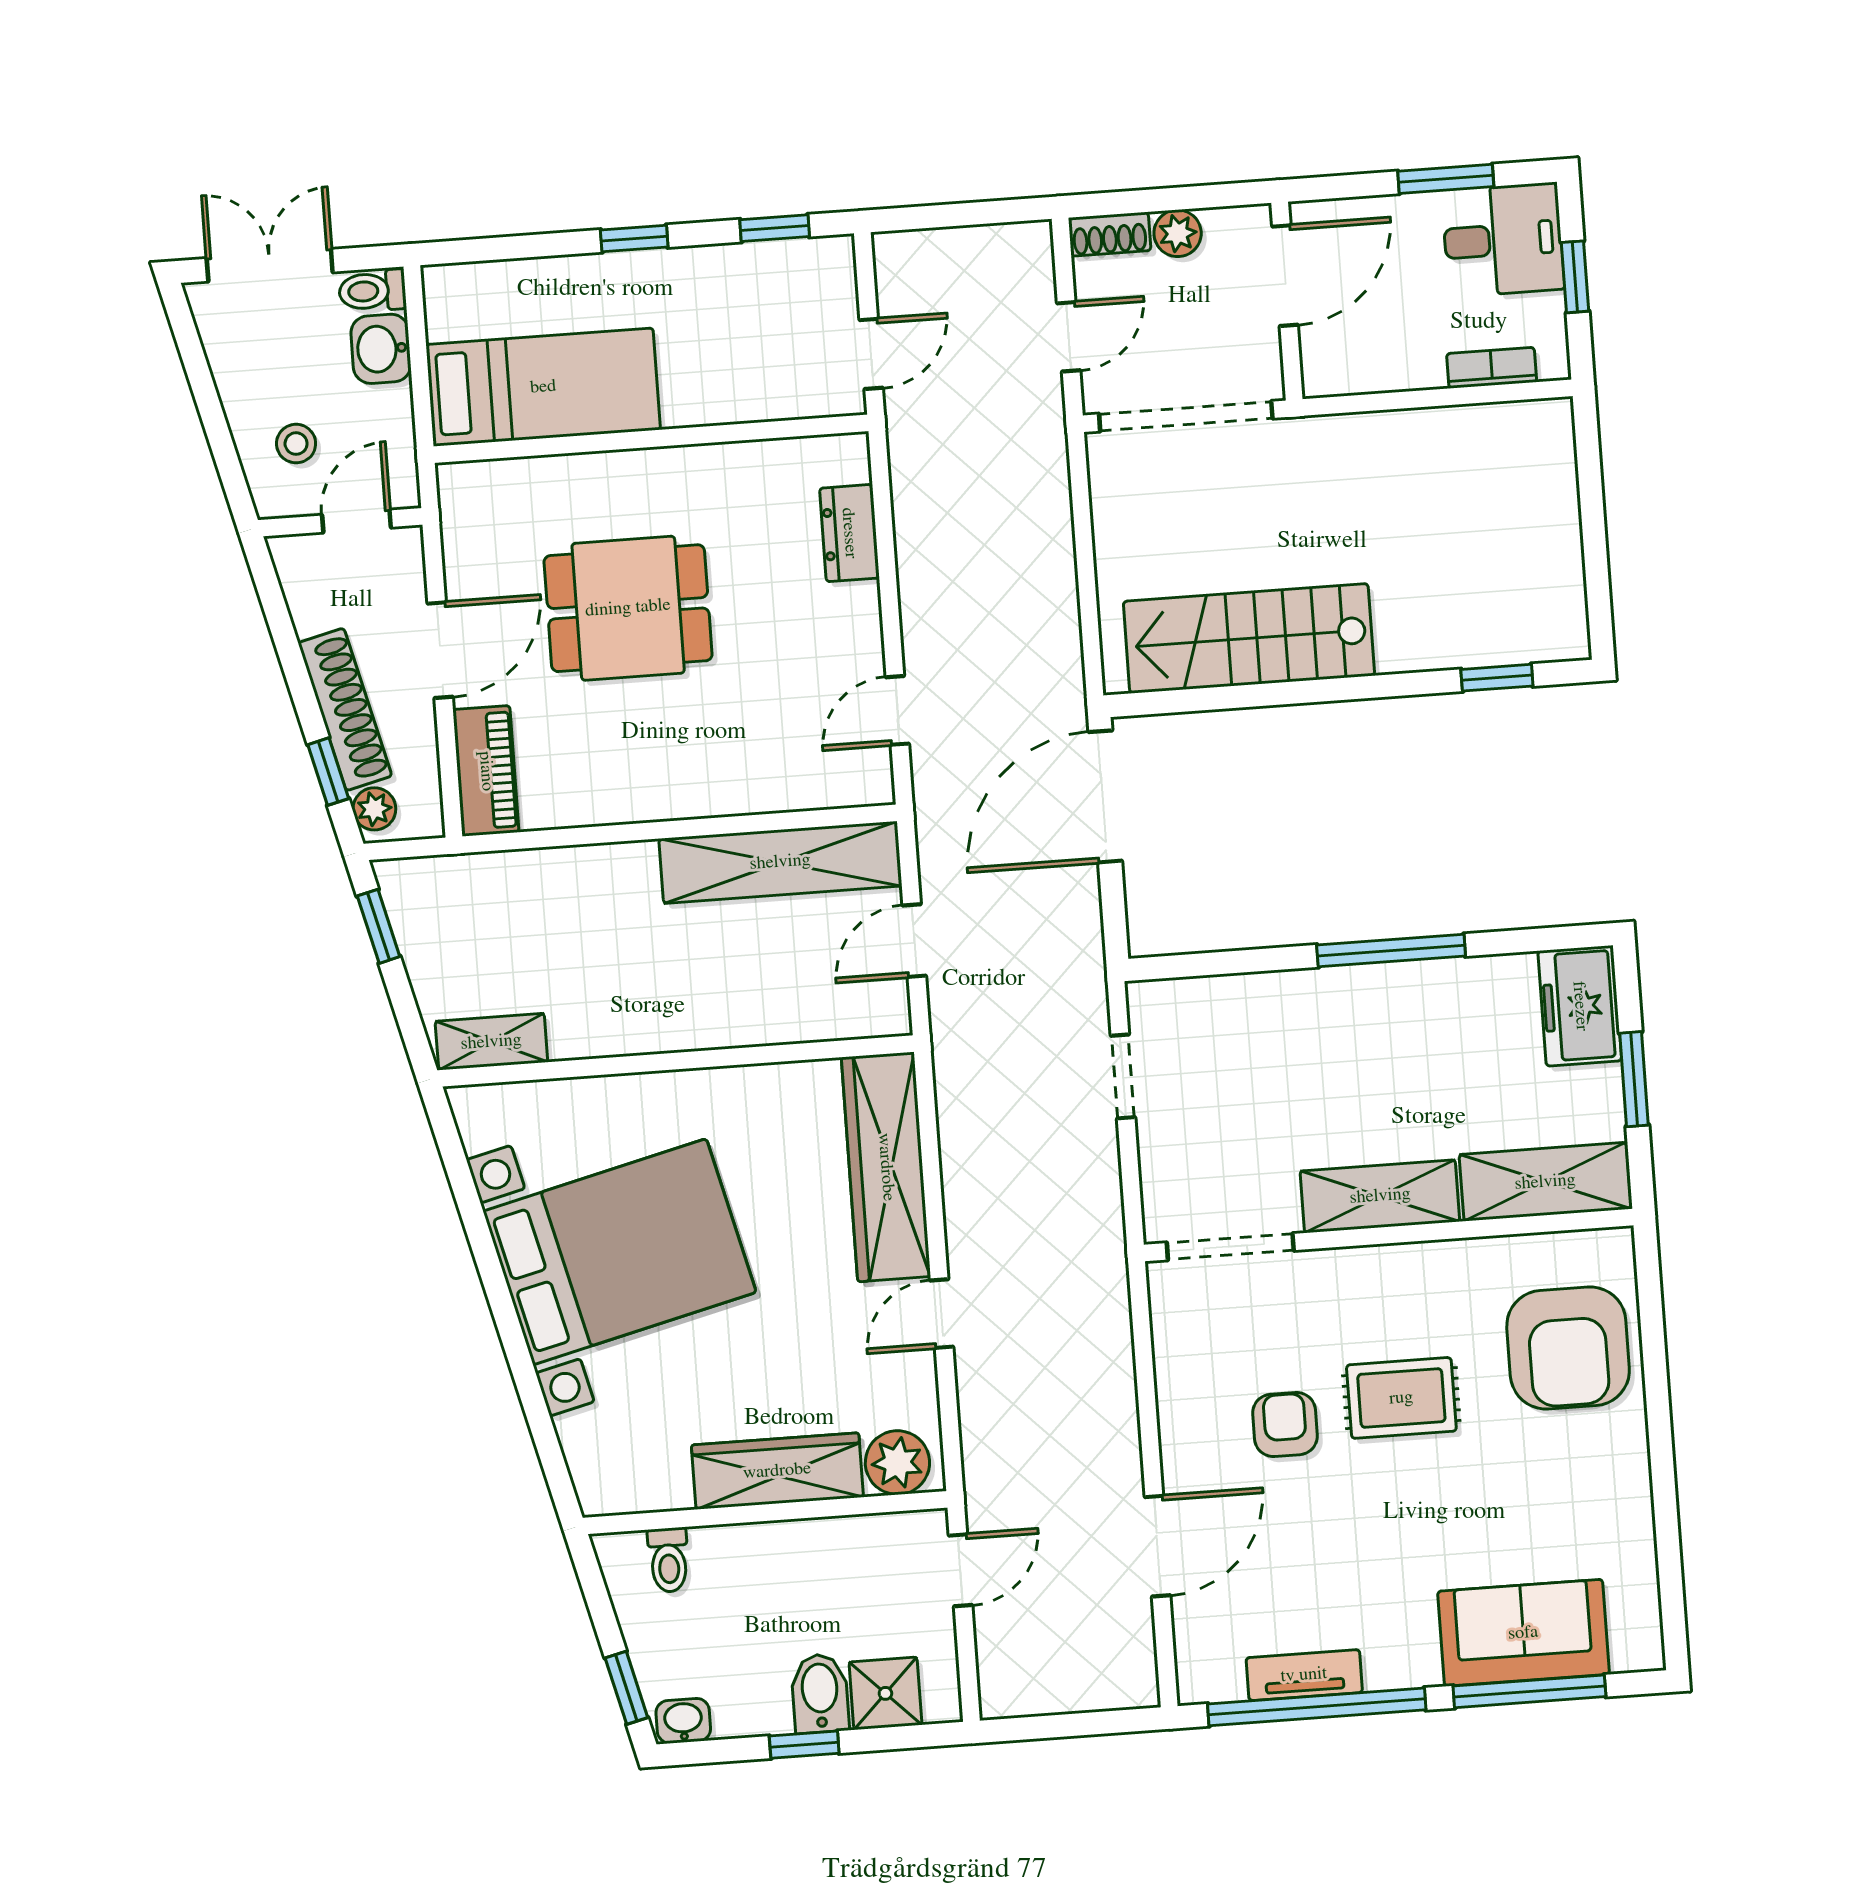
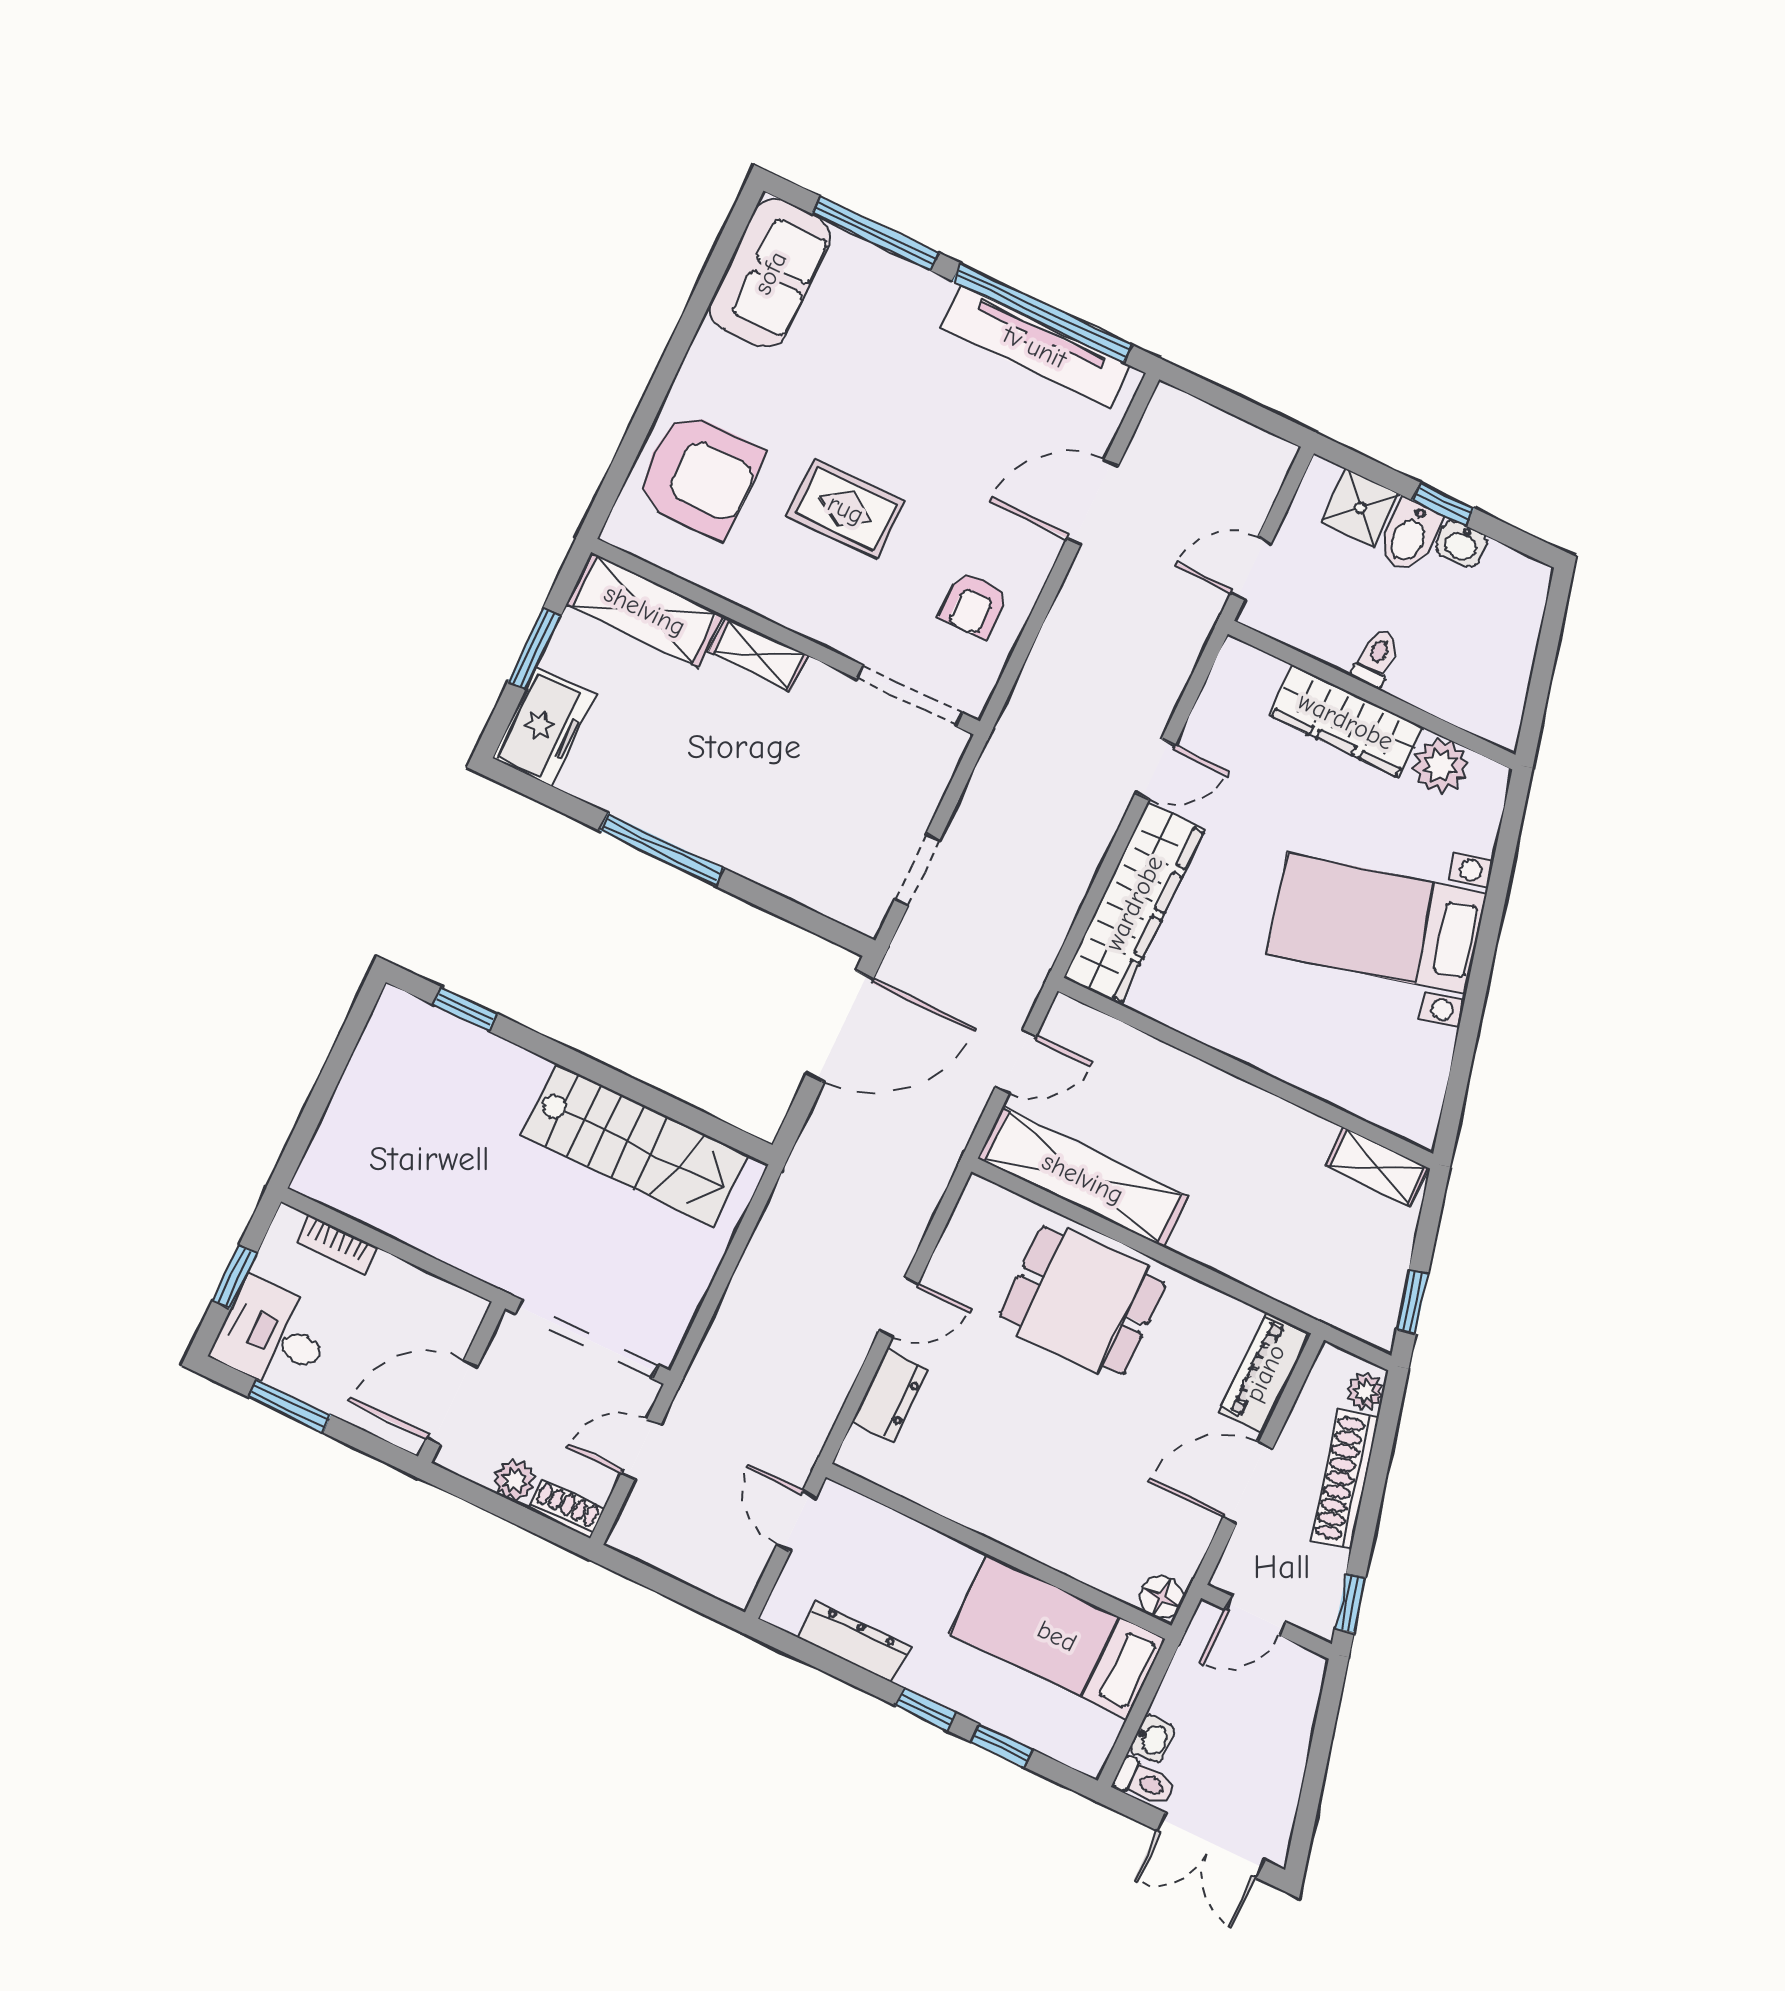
window: (775, 228) -> (1002, 1746), moved
dresser: (744, 265) -> (854, 1642), added
washbasin: (381, 349) -> (1153, 1739), width x0.72, depth x0.69
door: (871, 354) -> (797, 1521), hinge flipped
stool: (296, 444) -> (1267, 1700), removed
floor lamp: (461, 486) -> (1162, 1598), added
dining table: (628, 608) -> (1083, 1300), moved
door: (897, 710) -> (899, 1307), moved
window: (328, 772) -> (1350, 1603), moved
door: (1105, 796) -> (840, 1026), moved
shelving: (1380, 1196) -> (758, 654), width x0.67, depth x0.75
bed with nightstands: (620, 1252) -> (1377, 923), width x0.73
armchair: (1568, 1348) -> (699, 475), turned 90
armchair: (1285, 1425) -> (974, 605), moved
plant: (897, 1463) -> (1440, 766), moved
toilet: (669, 1560) -> (1376, 658), moved
sofa: (1523, 1633) -> (770, 273), moved, turned -90
tv unit: (1304, 1675) -> (1035, 347), width x1.92, depth x1.29
window: (626, 1688) -> (1553, 623), removed
washbasin: (683, 1721) -> (1461, 544), moved

